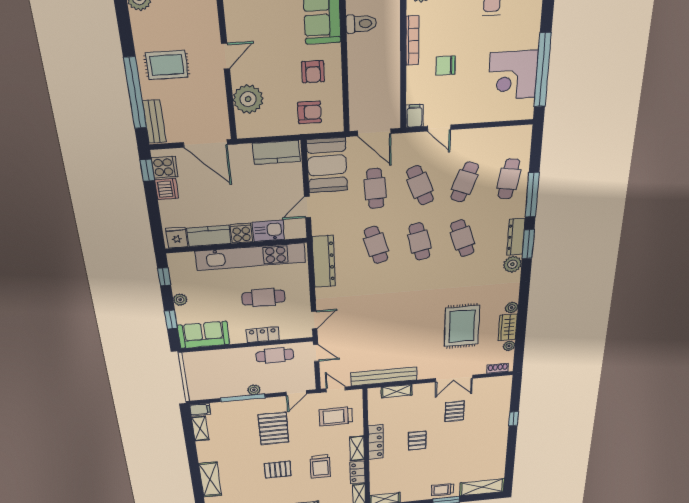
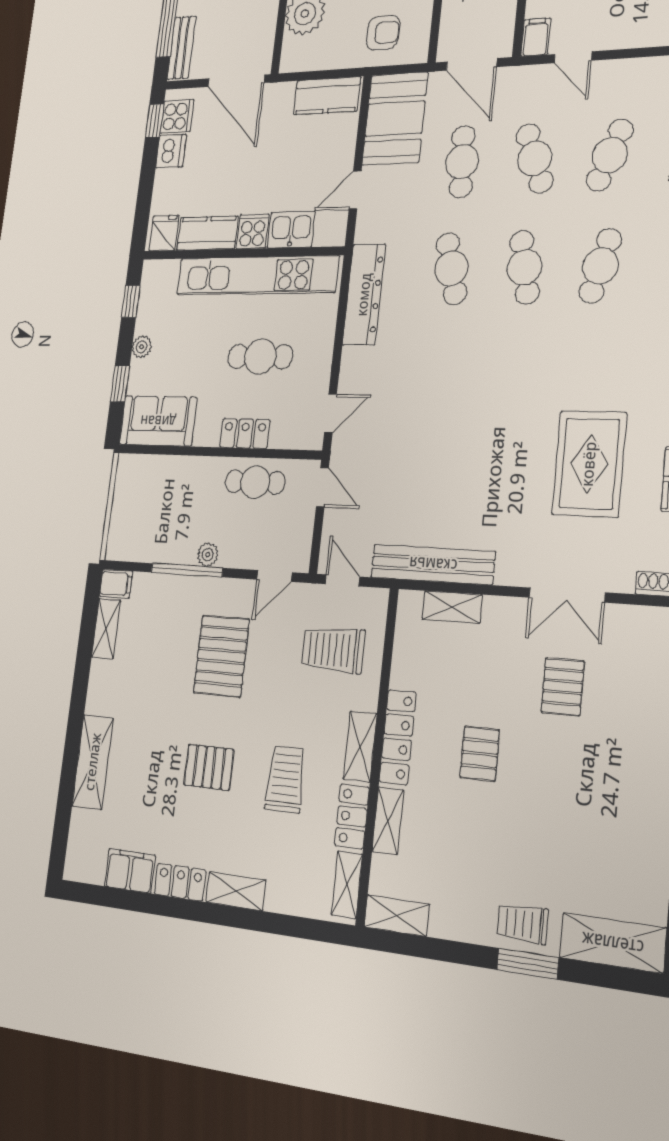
cafe table: (462, 238) -> (600, 266), turned 33
trolley: (320, 466) -> (285, 779), turned 180
shelving: (376, 470) -> (388, 821), added

